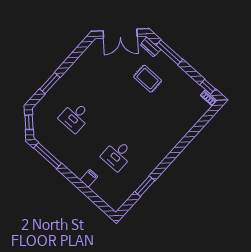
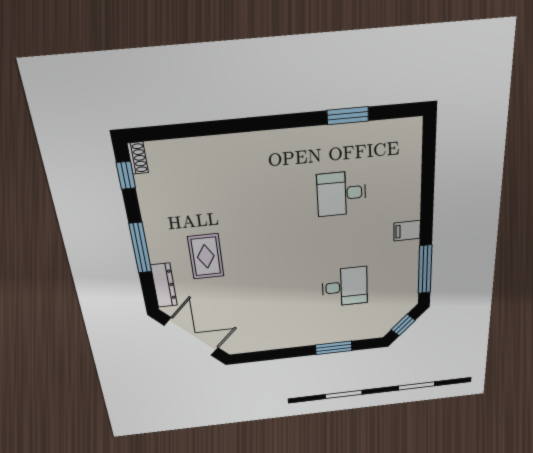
dresser: (150, 47) -> (164, 285), width x1.44
window: (169, 52) -> (140, 248), moved
desk: (117, 155) -> (342, 194), turned 180
filing cabinet: (89, 178) -> (407, 231), moved

